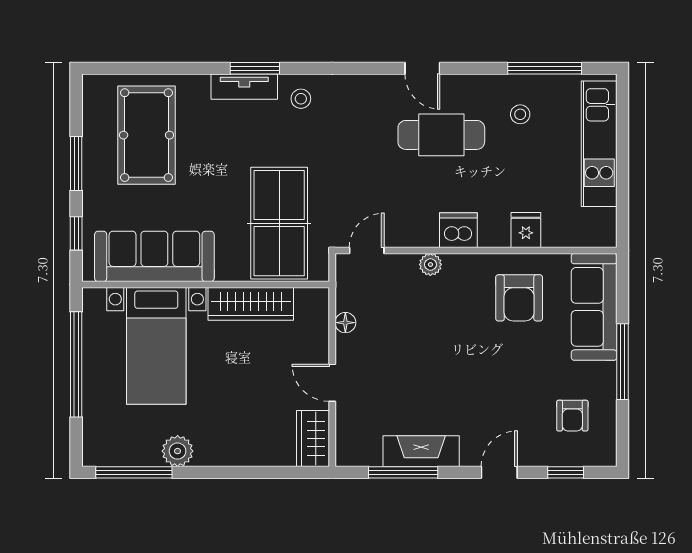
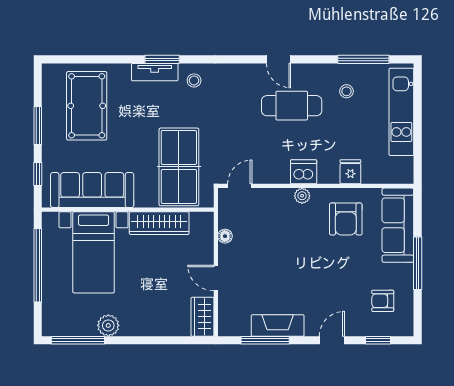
plant: (430, 264) -> (302, 196), moved
armchair: (572, 416) -> (383, 301), turned 90

